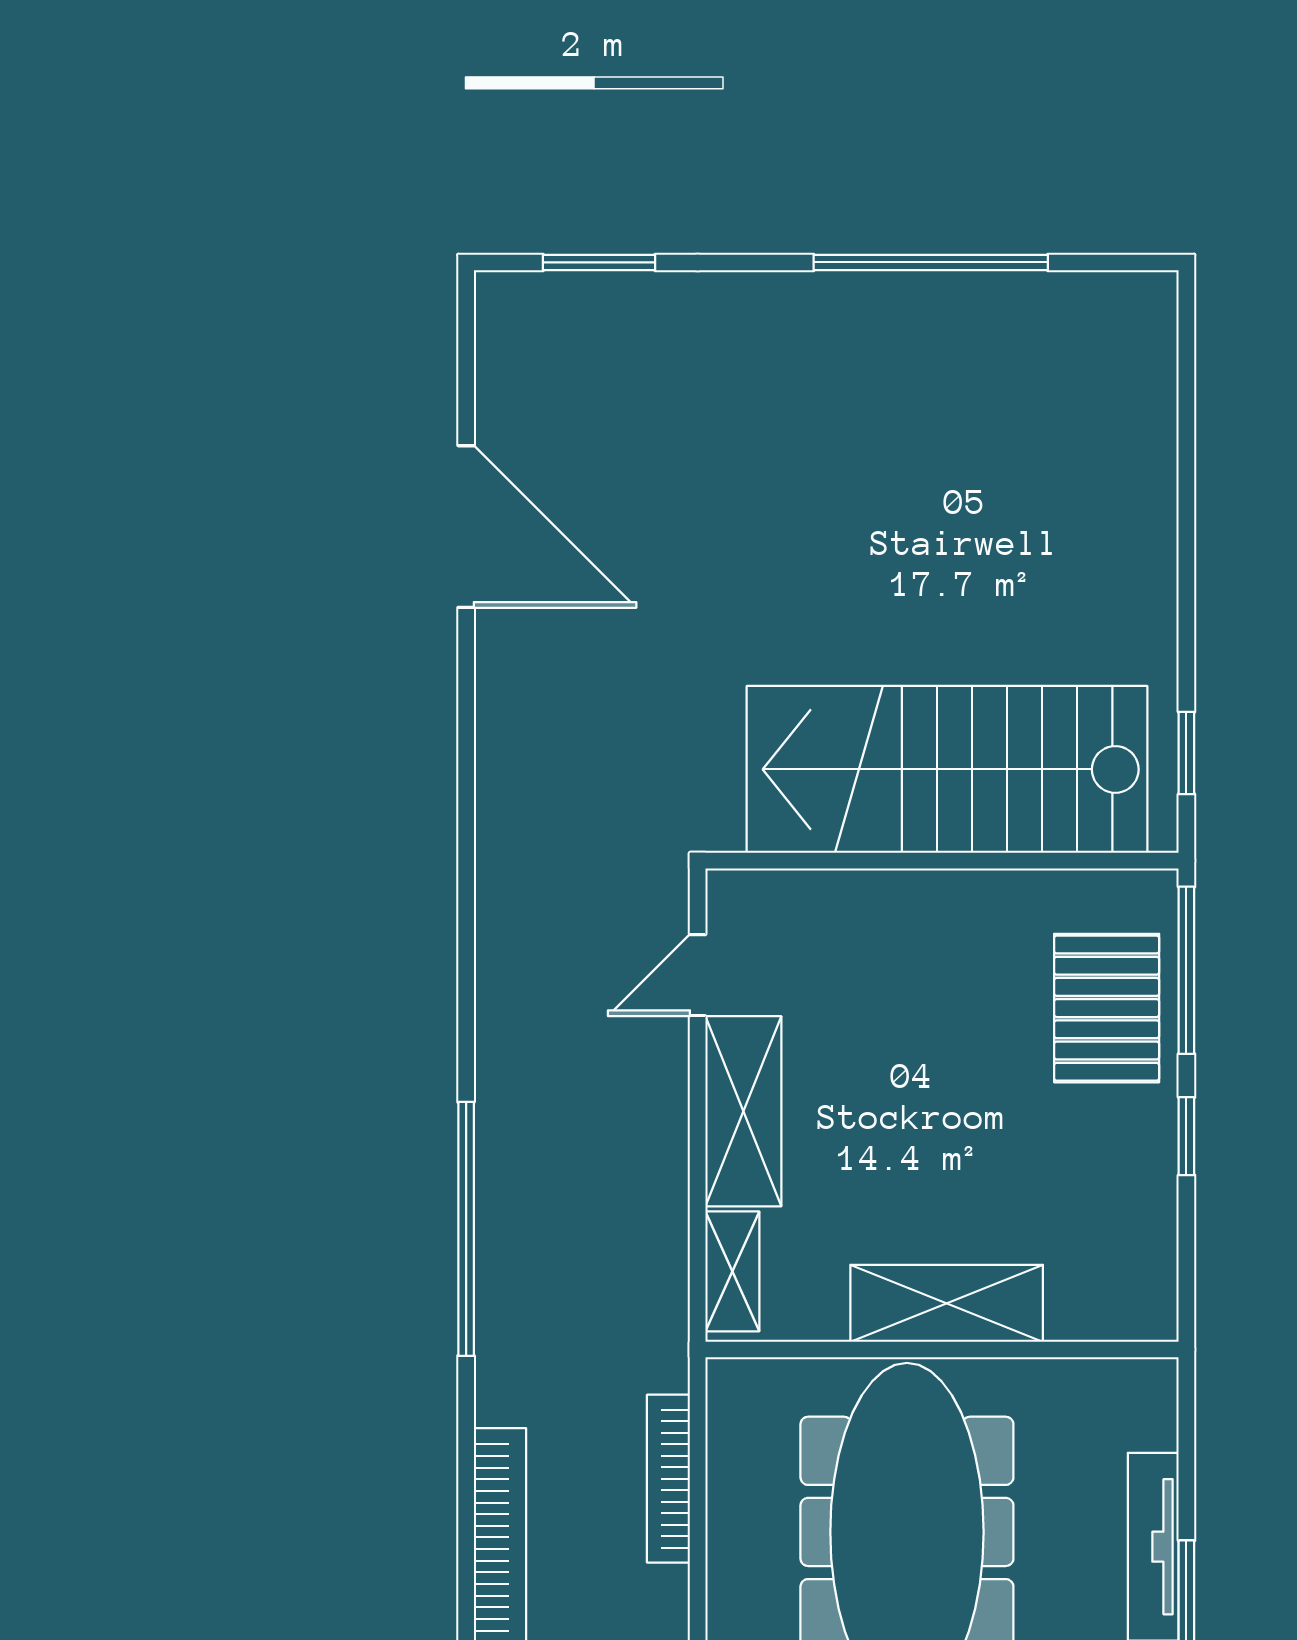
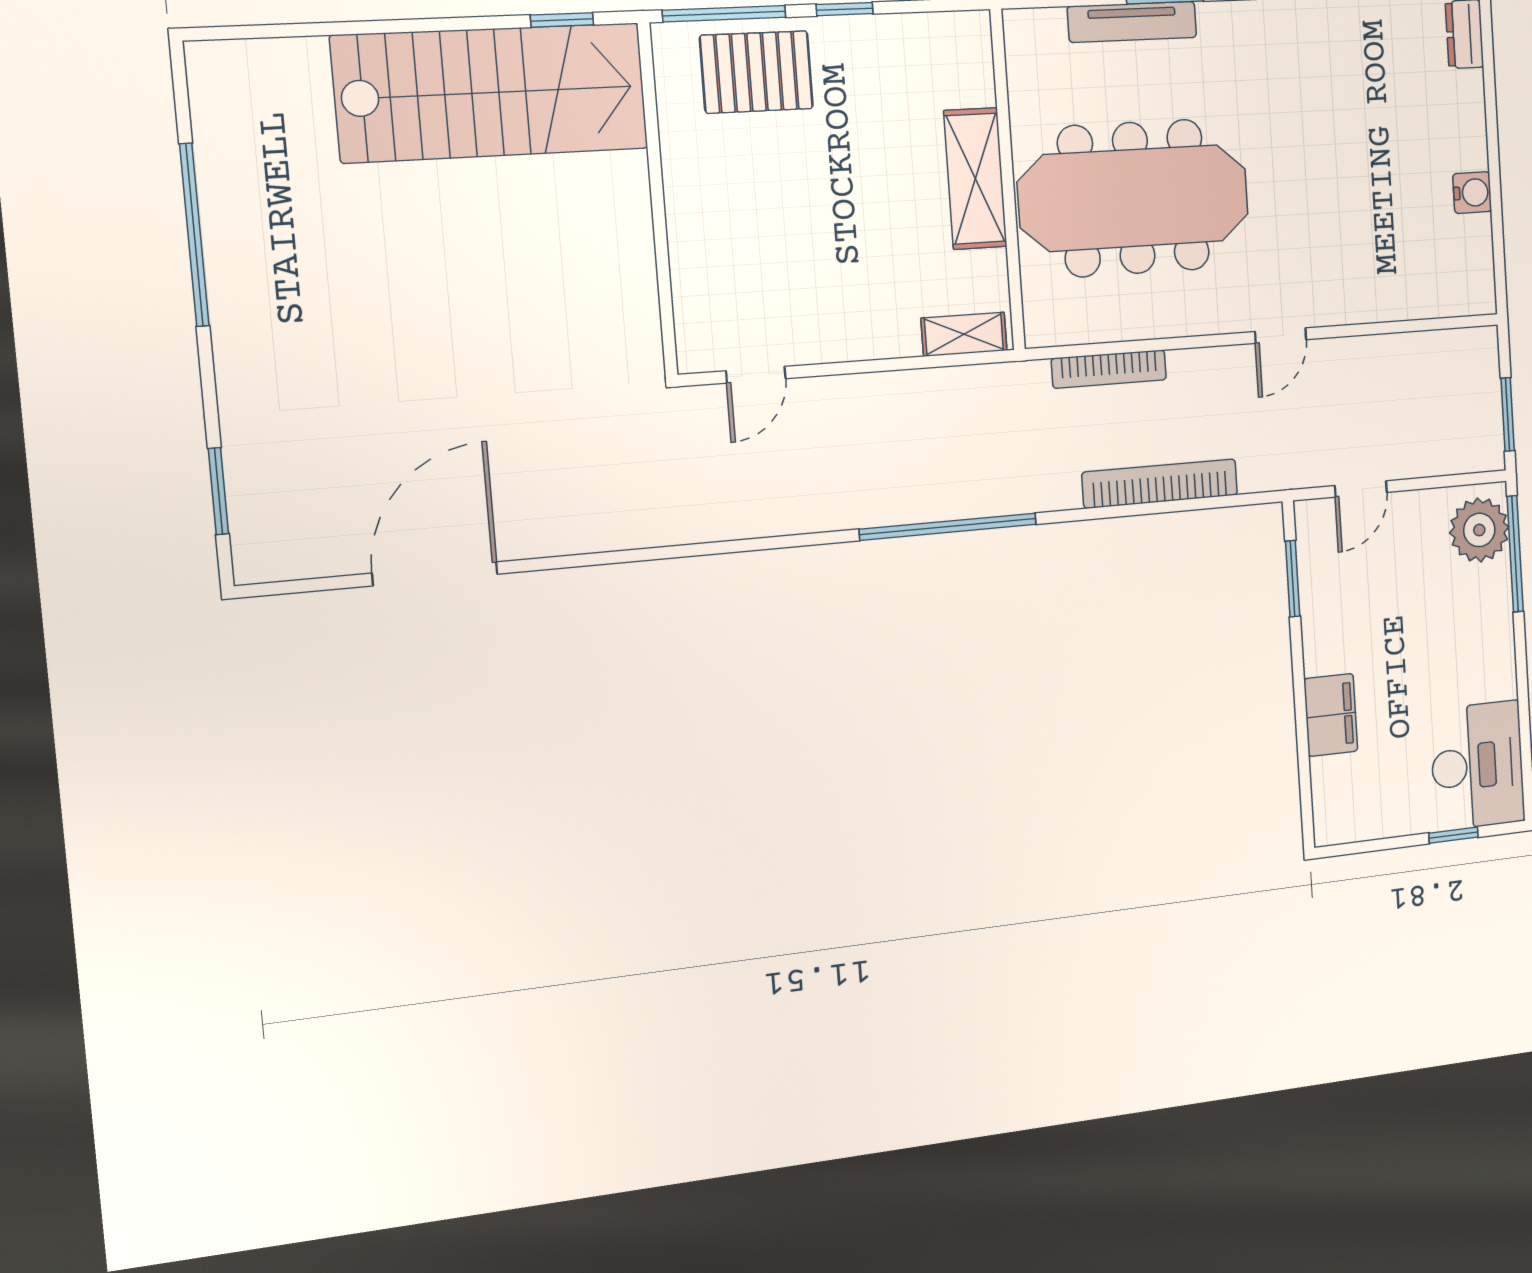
stairs: (947, 769) -> (491, 92), moved, turned -90
door: (698, 975) -> (756, 375), hinge flipped
shelving: (743, 1111) -> (851, 334), removed

